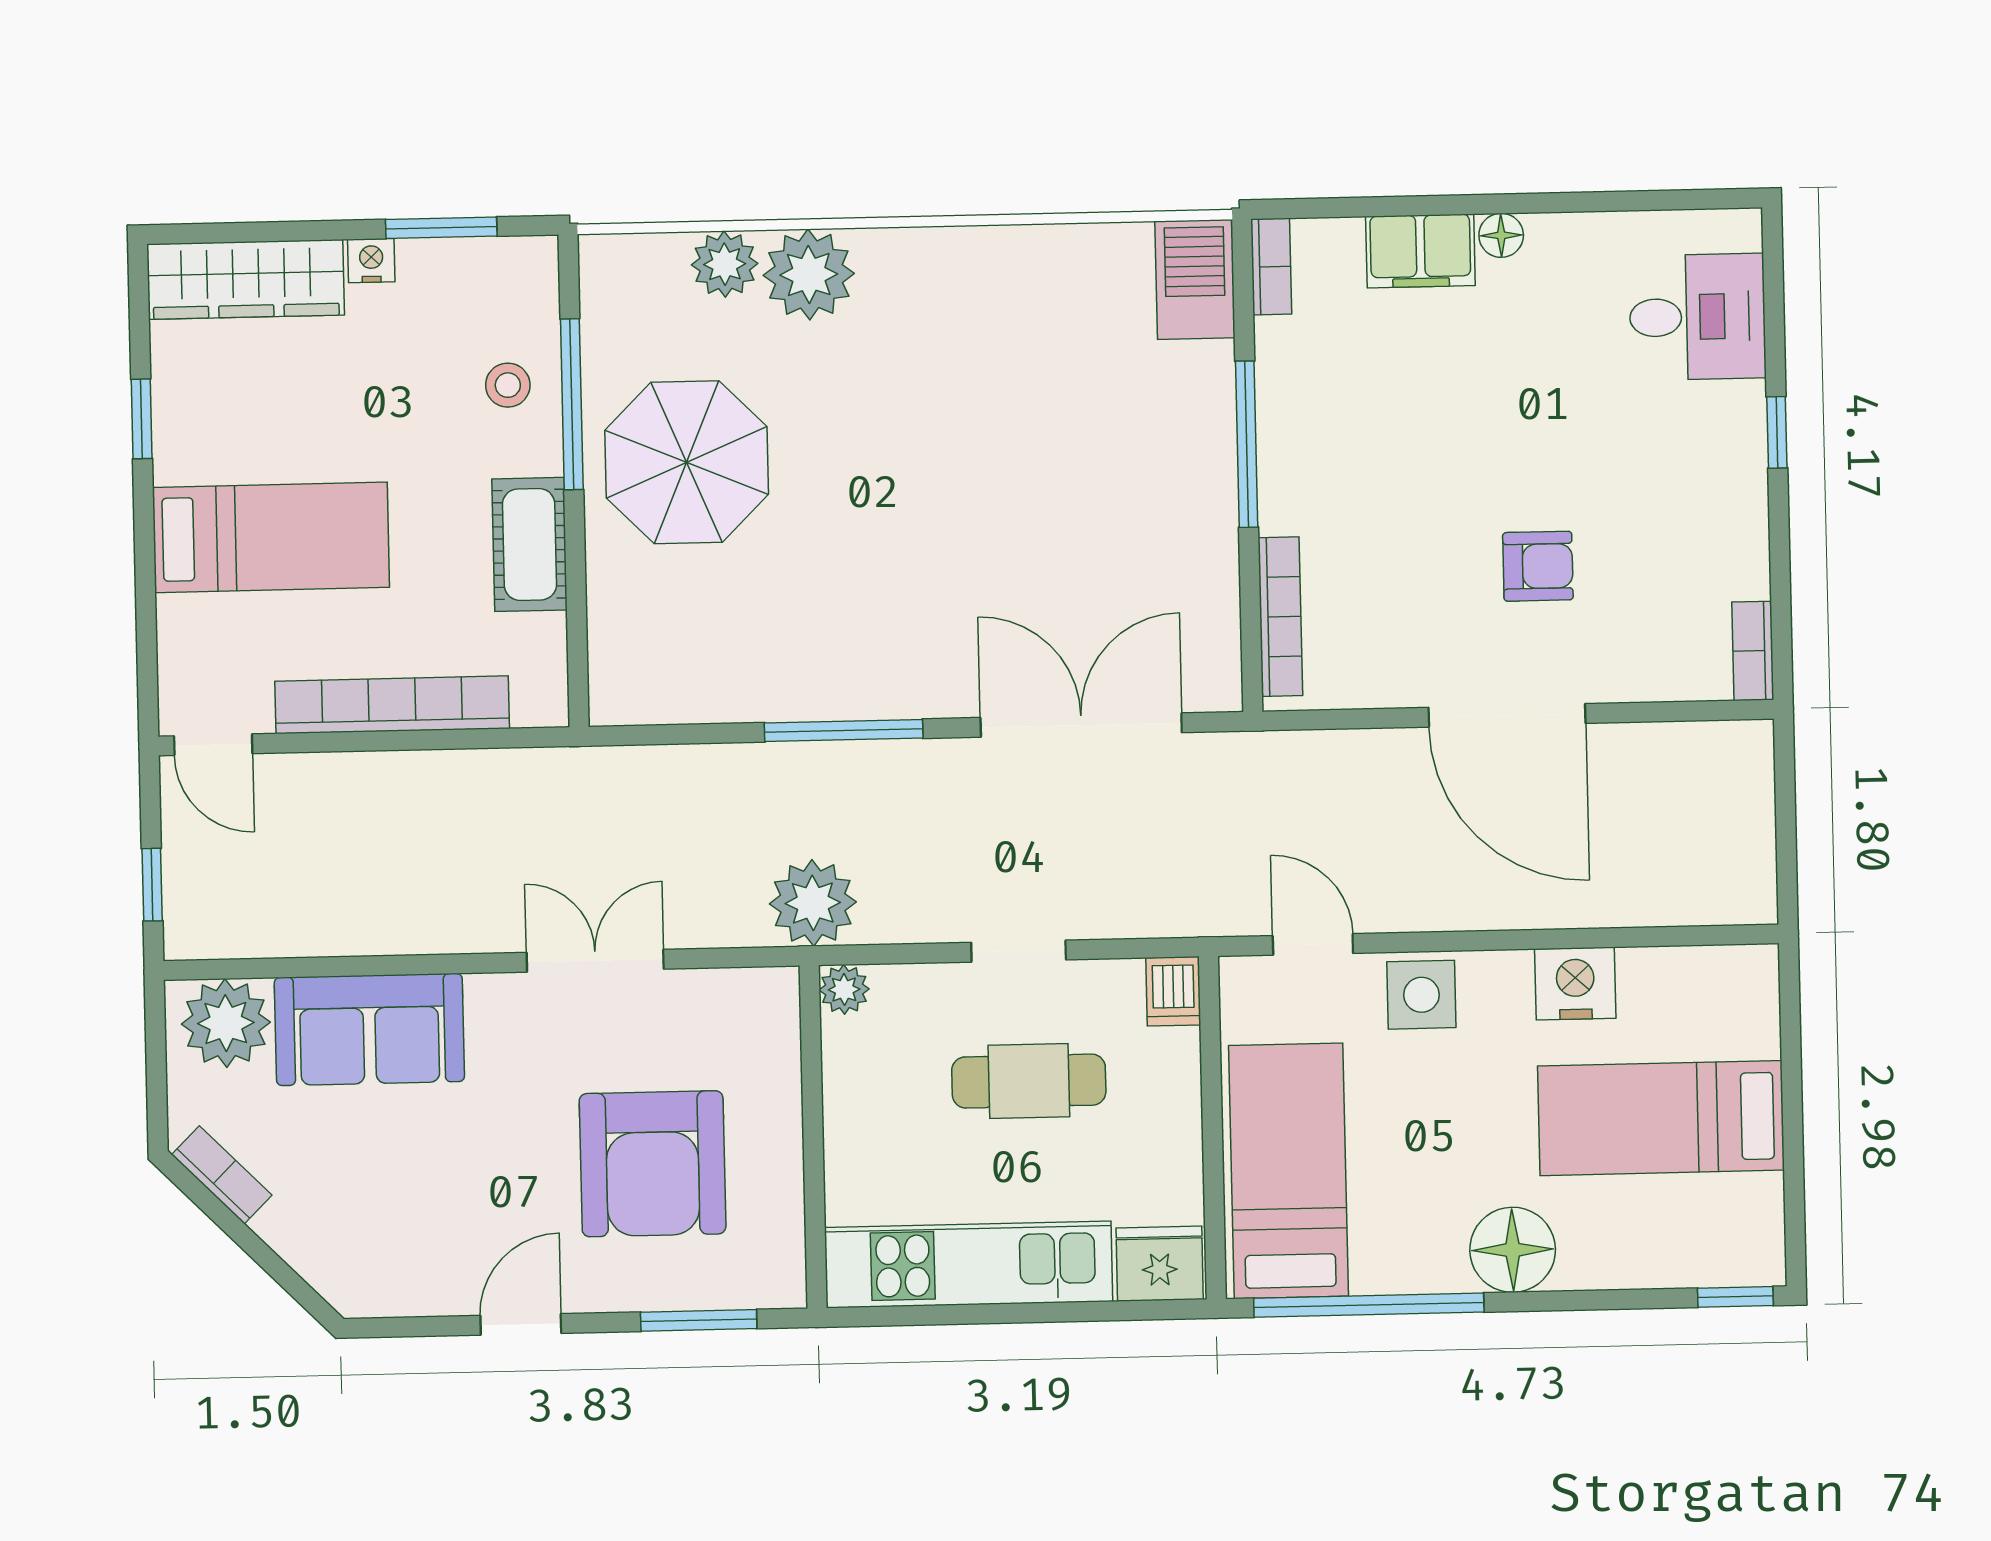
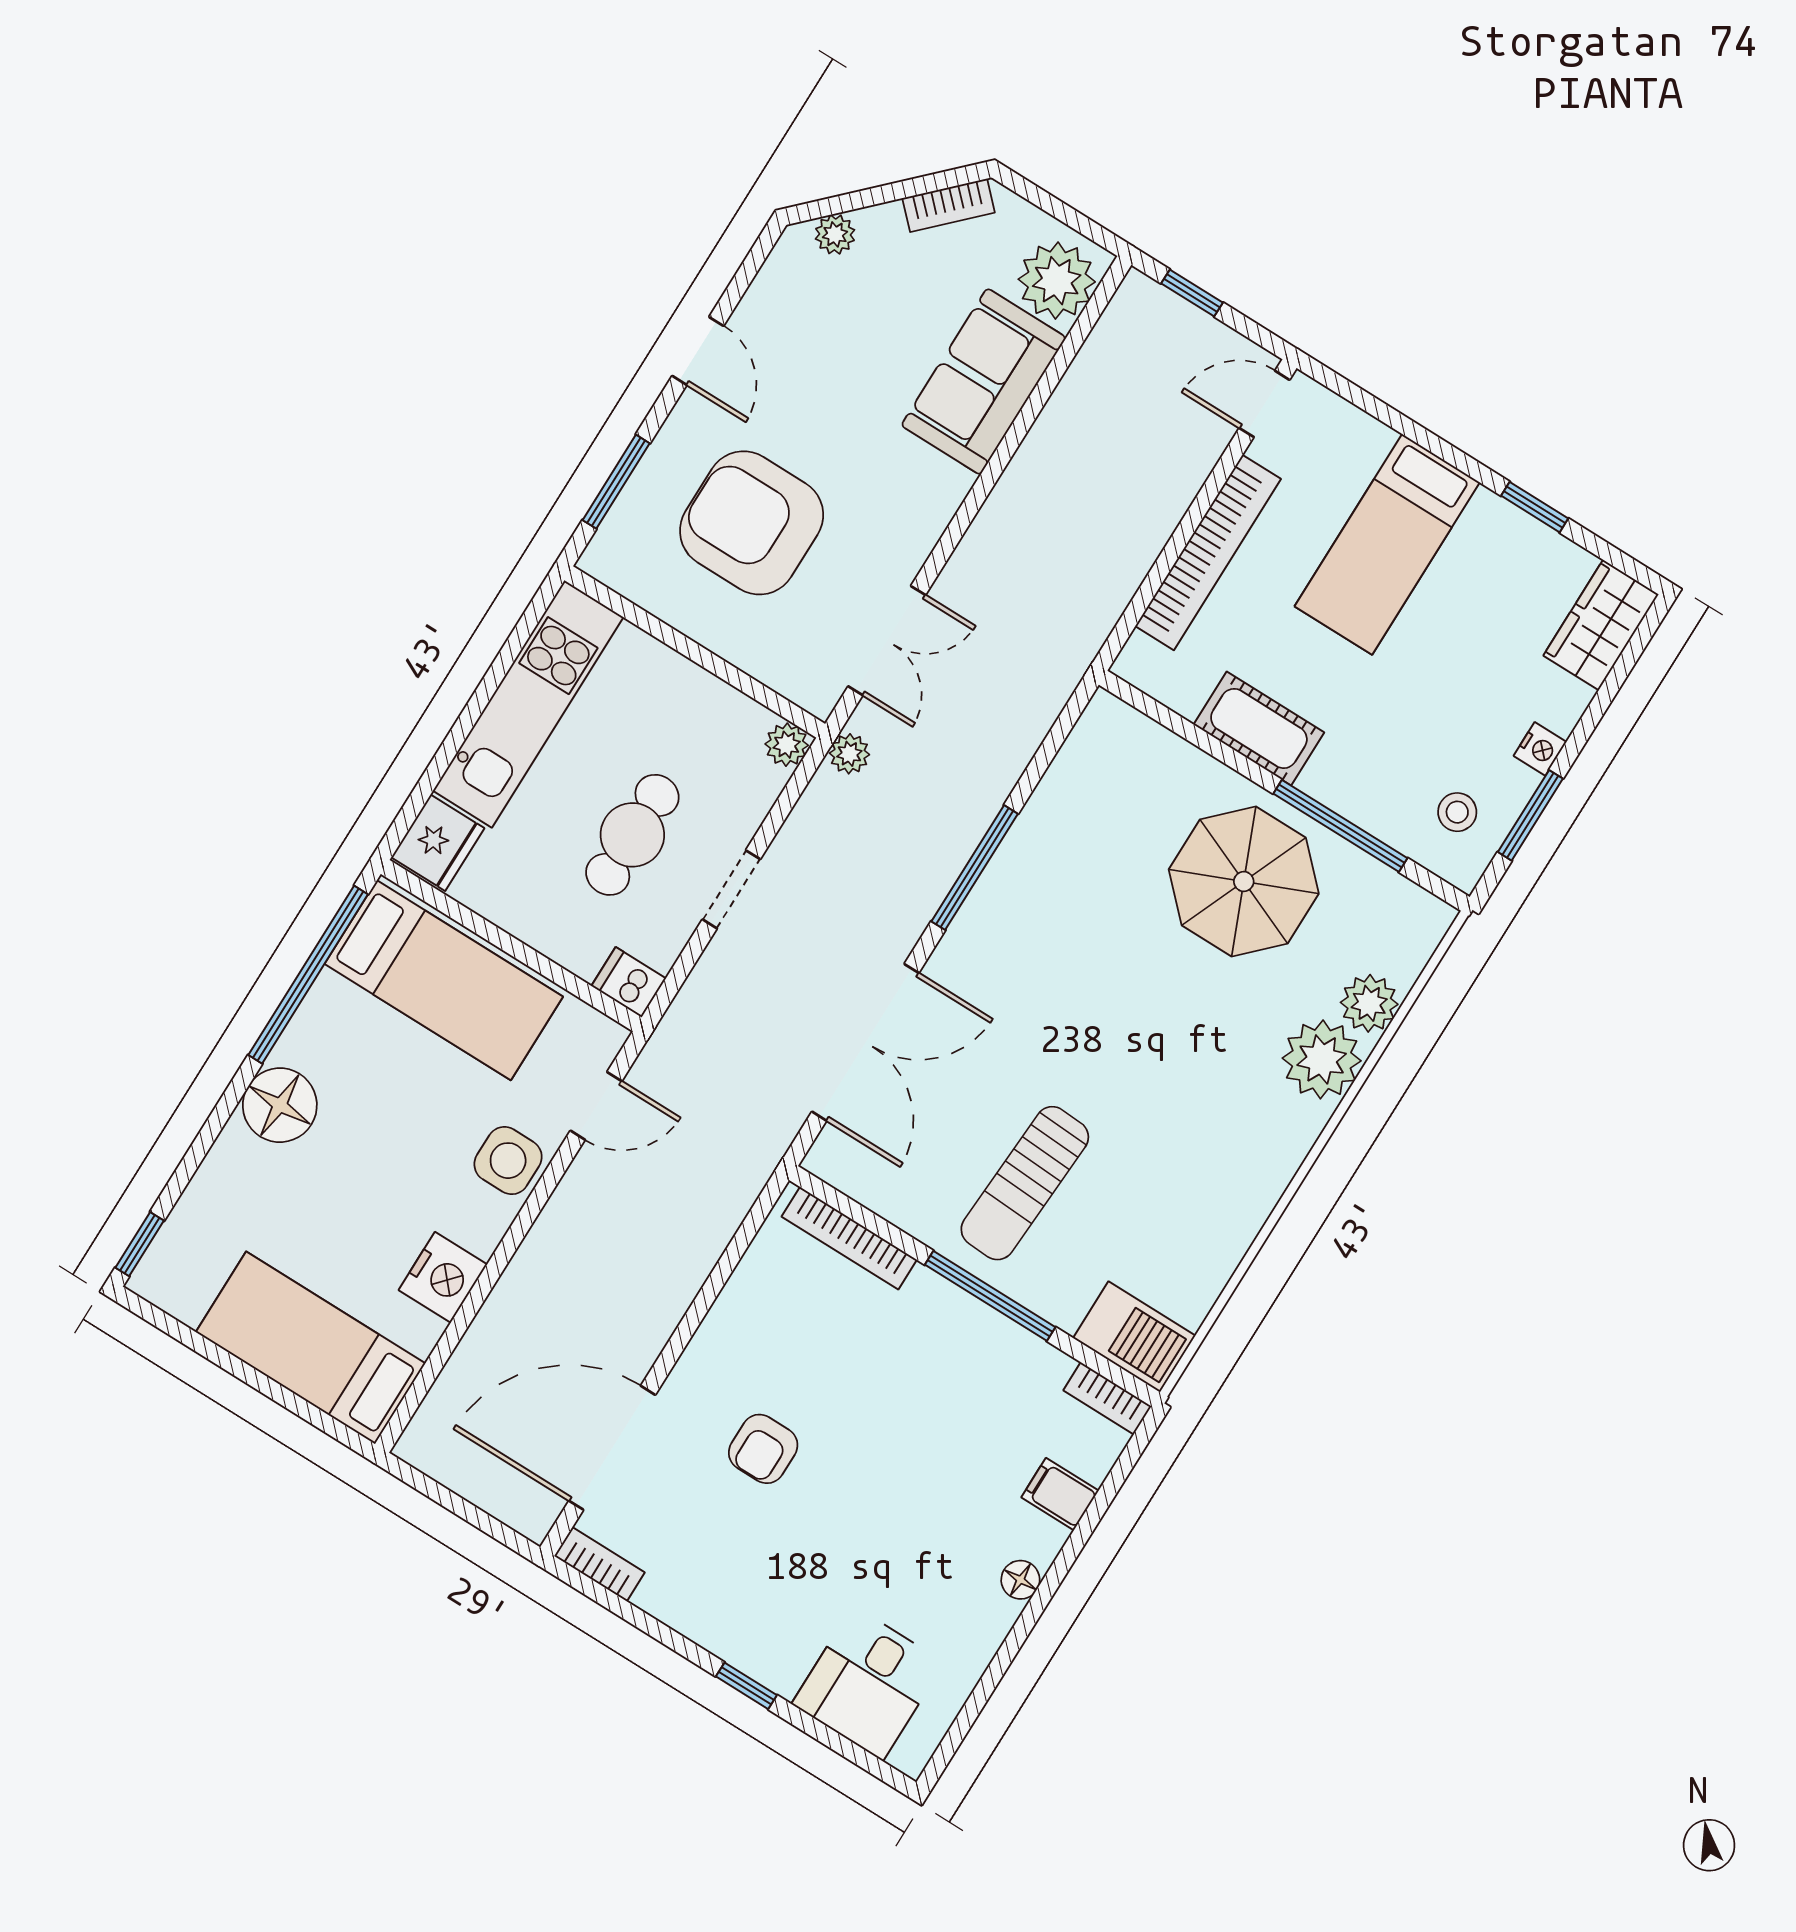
filing cabinet: (1420, 251) -> (1060, 1494), width x0.50
wardrobe: (246, 279) -> (1601, 625), width x0.67
stool: (508, 385) -> (1457, 812), moved
sun lounger: (1116, 482) -> (1025, 1183), added
door: (1507, 715) -> (612, 1448), moved
plant: (813, 903) -> (849, 754), width x0.53, depth x0.53
double door: (595, 961) -> (887, 641), moved
bed: (1661, 1118) -> (311, 1348), moved, turned -90
plant: (322, 1266) -> (835, 234), added

